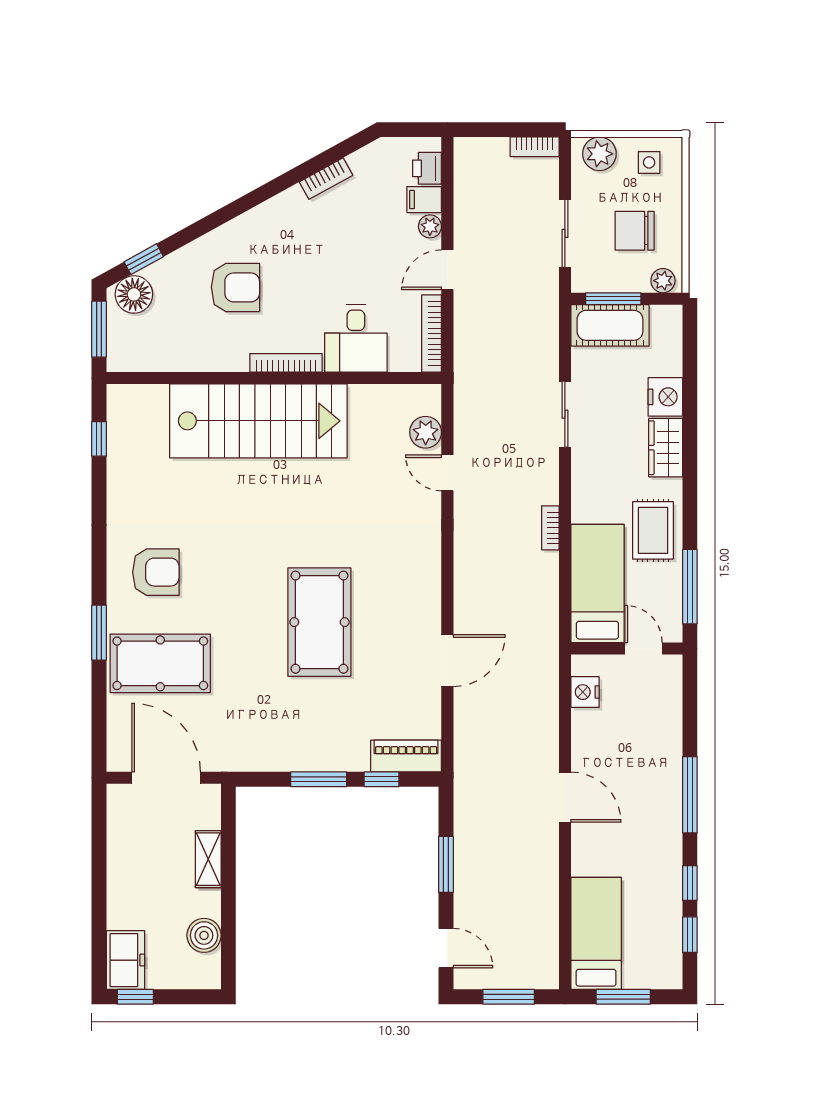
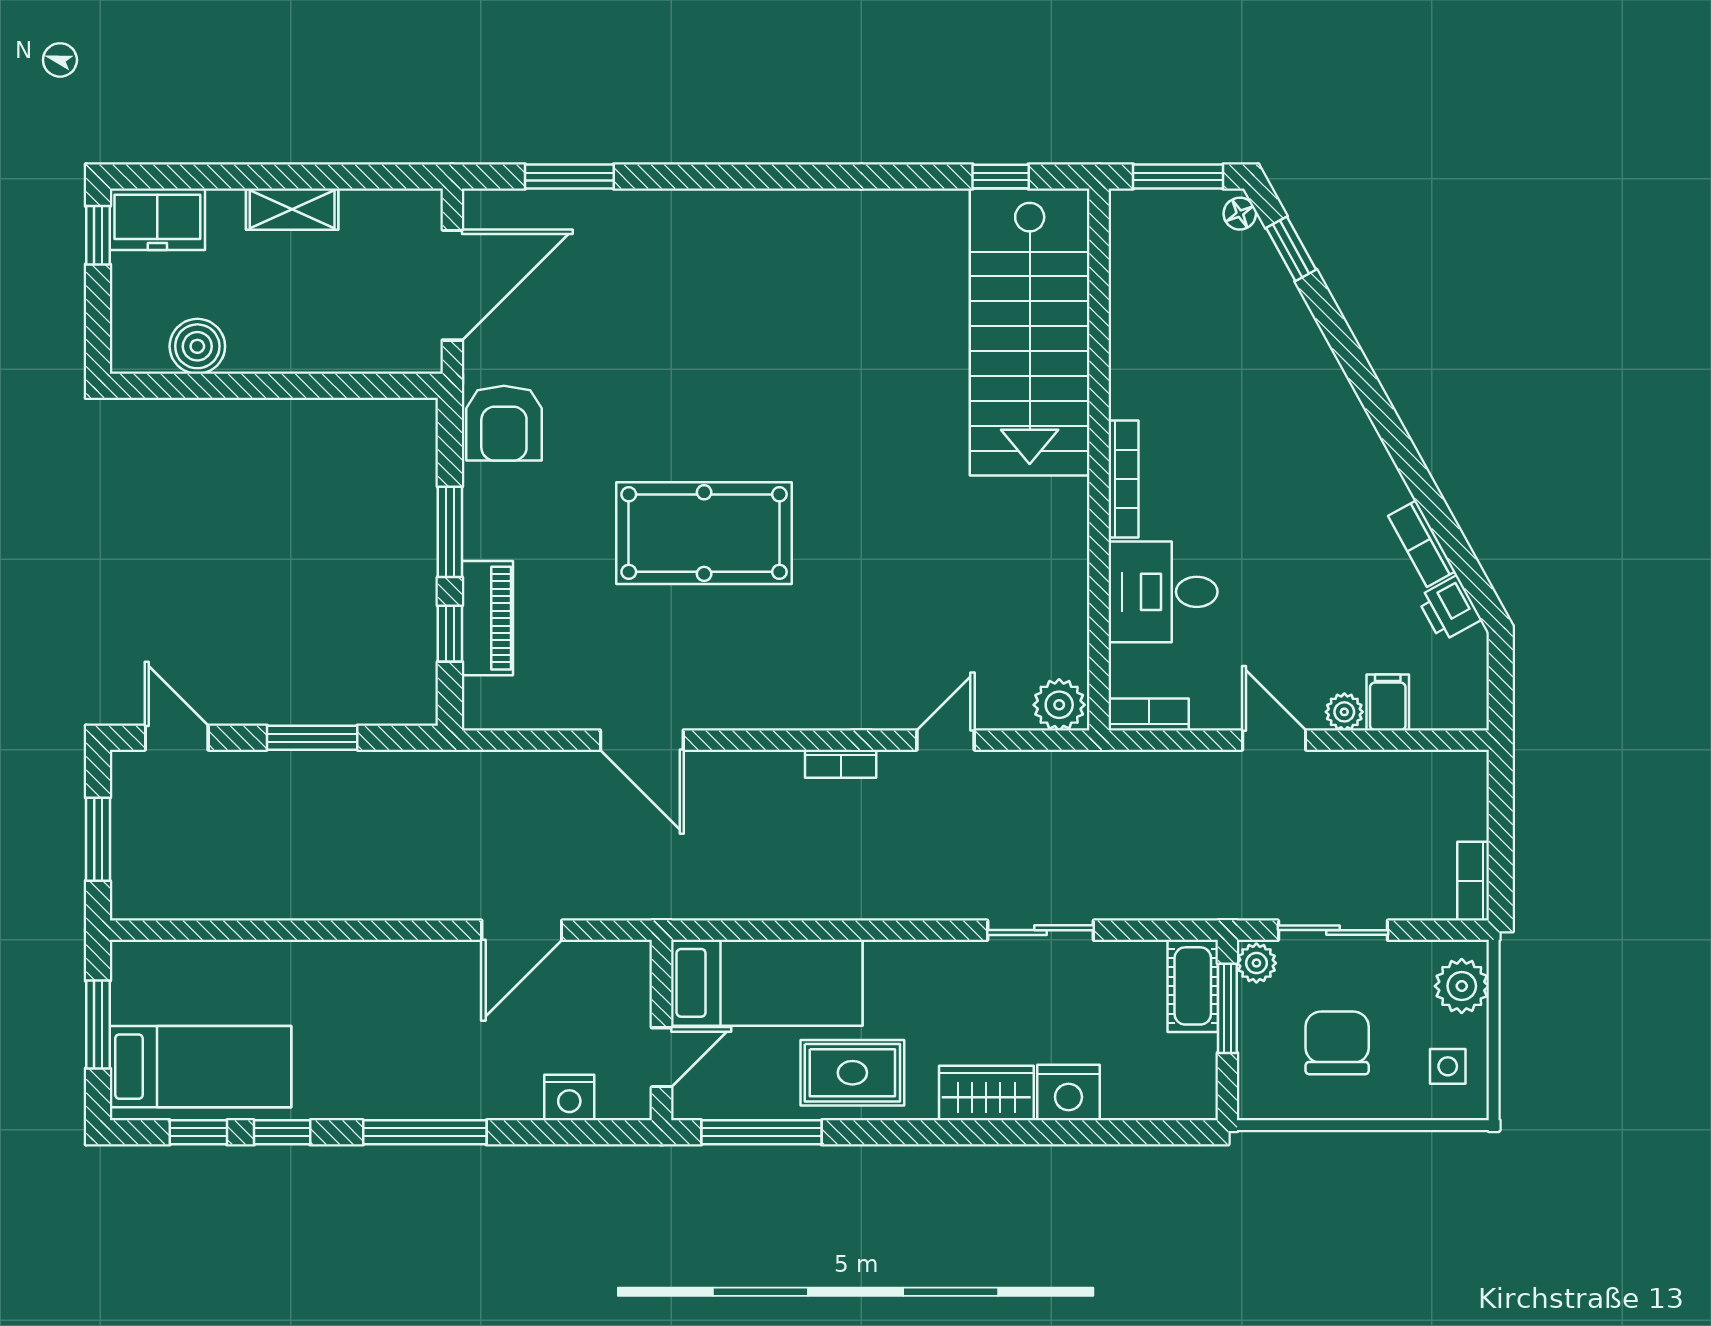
printer: (427, 168) -> (1449, 608), moved, turned -119
plant: (663, 281) -> (1256, 963), moved
armchair: (235, 287) -> (1246, 397), removed
floor lamp: (134, 294) -> (1240, 214), width x0.53, depth x0.53
cot: (610, 325) -> (1193, 986), width x0.73, depth x0.75
bookcase: (432, 333) -> (1149, 714), width x0.64
stairs: (258, 421) -> (1030, 332), moved
plant: (426, 432) -> (1059, 705), moved
bookcase: (550, 528) -> (841, 764), moved, turned 180
armchair: (156, 572) -> (504, 423), moved
window: (99, 633) -> (569, 176), moved
pool table: (160, 663) -> (637, 276), removed
nightstand: (585, 692) -> (569, 1098), moved, turned 180
piano: (406, 756) -> (487, 618), moved
door: (565, 797) -> (522, 930), moved
shelving: (208, 859) -> (292, 209), moved
bed: (596, 933) -> (201, 1067), moved
door: (446, 948) -> (177, 738), swing flipped

